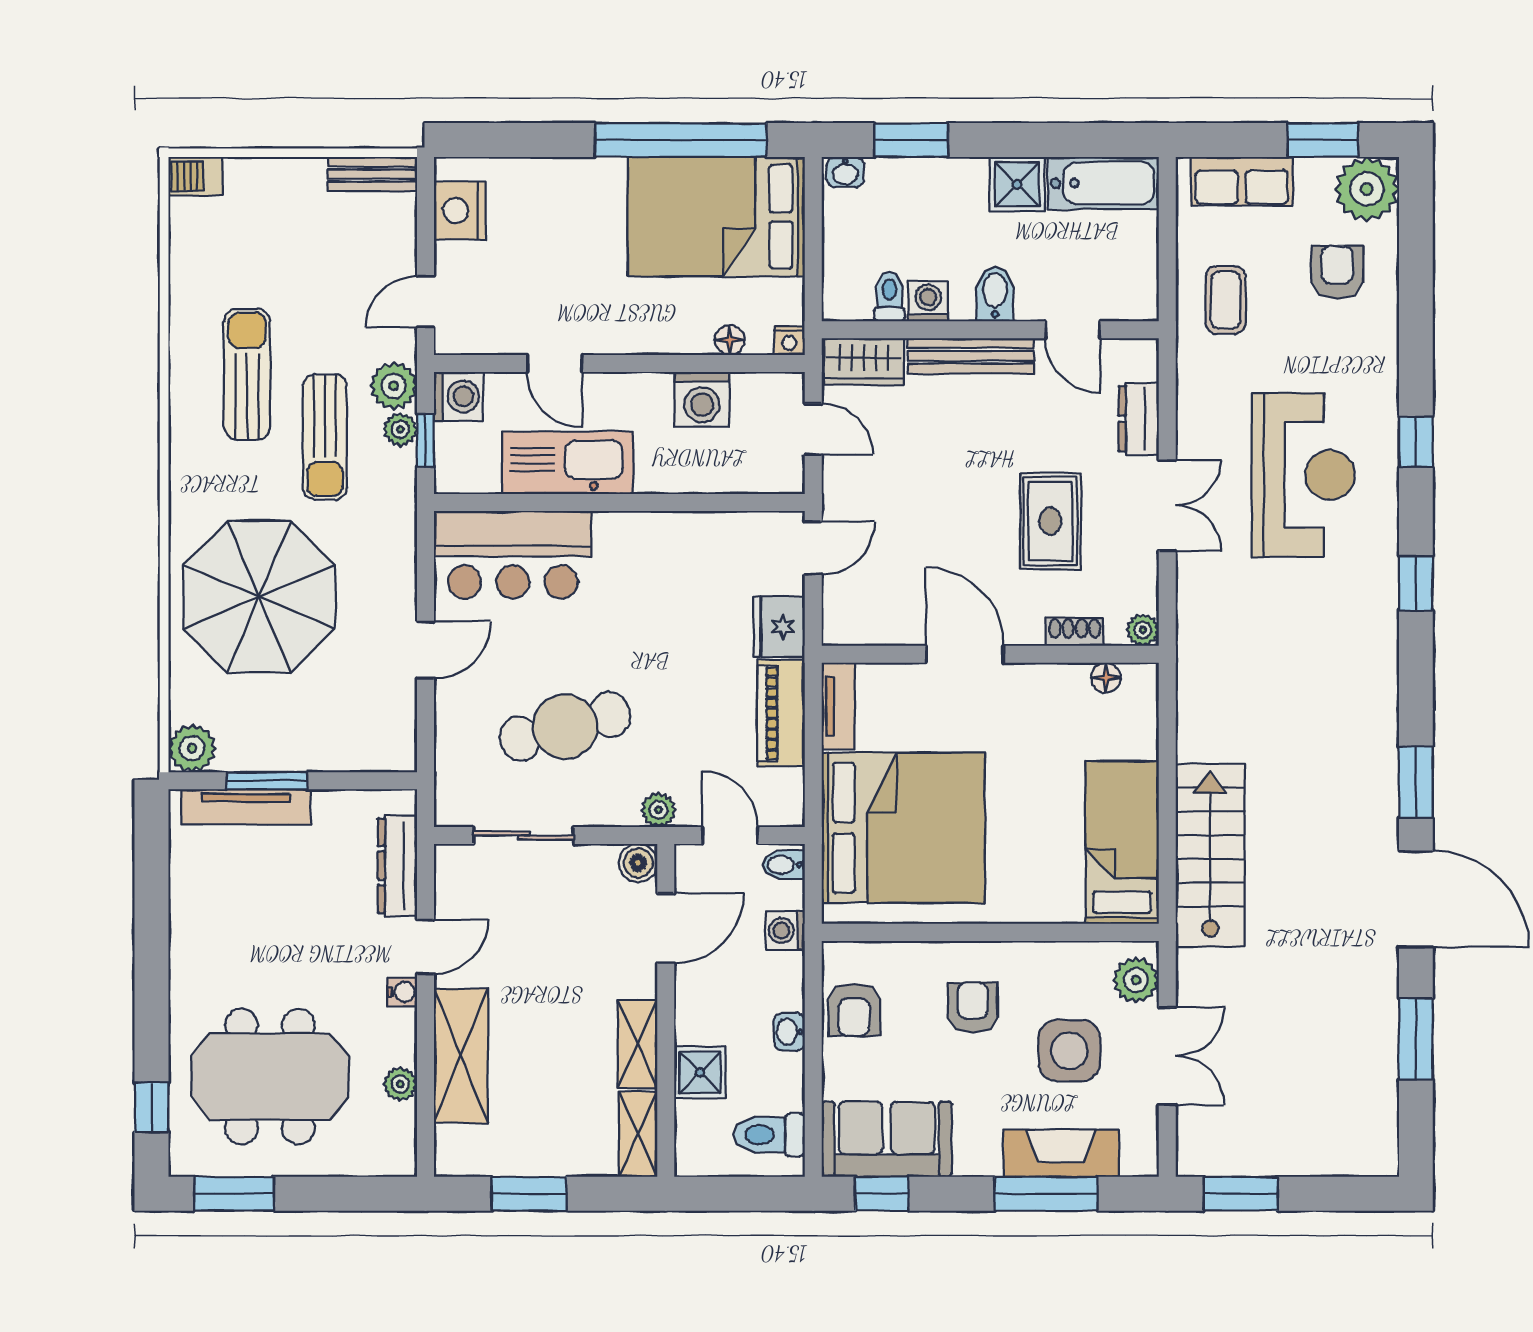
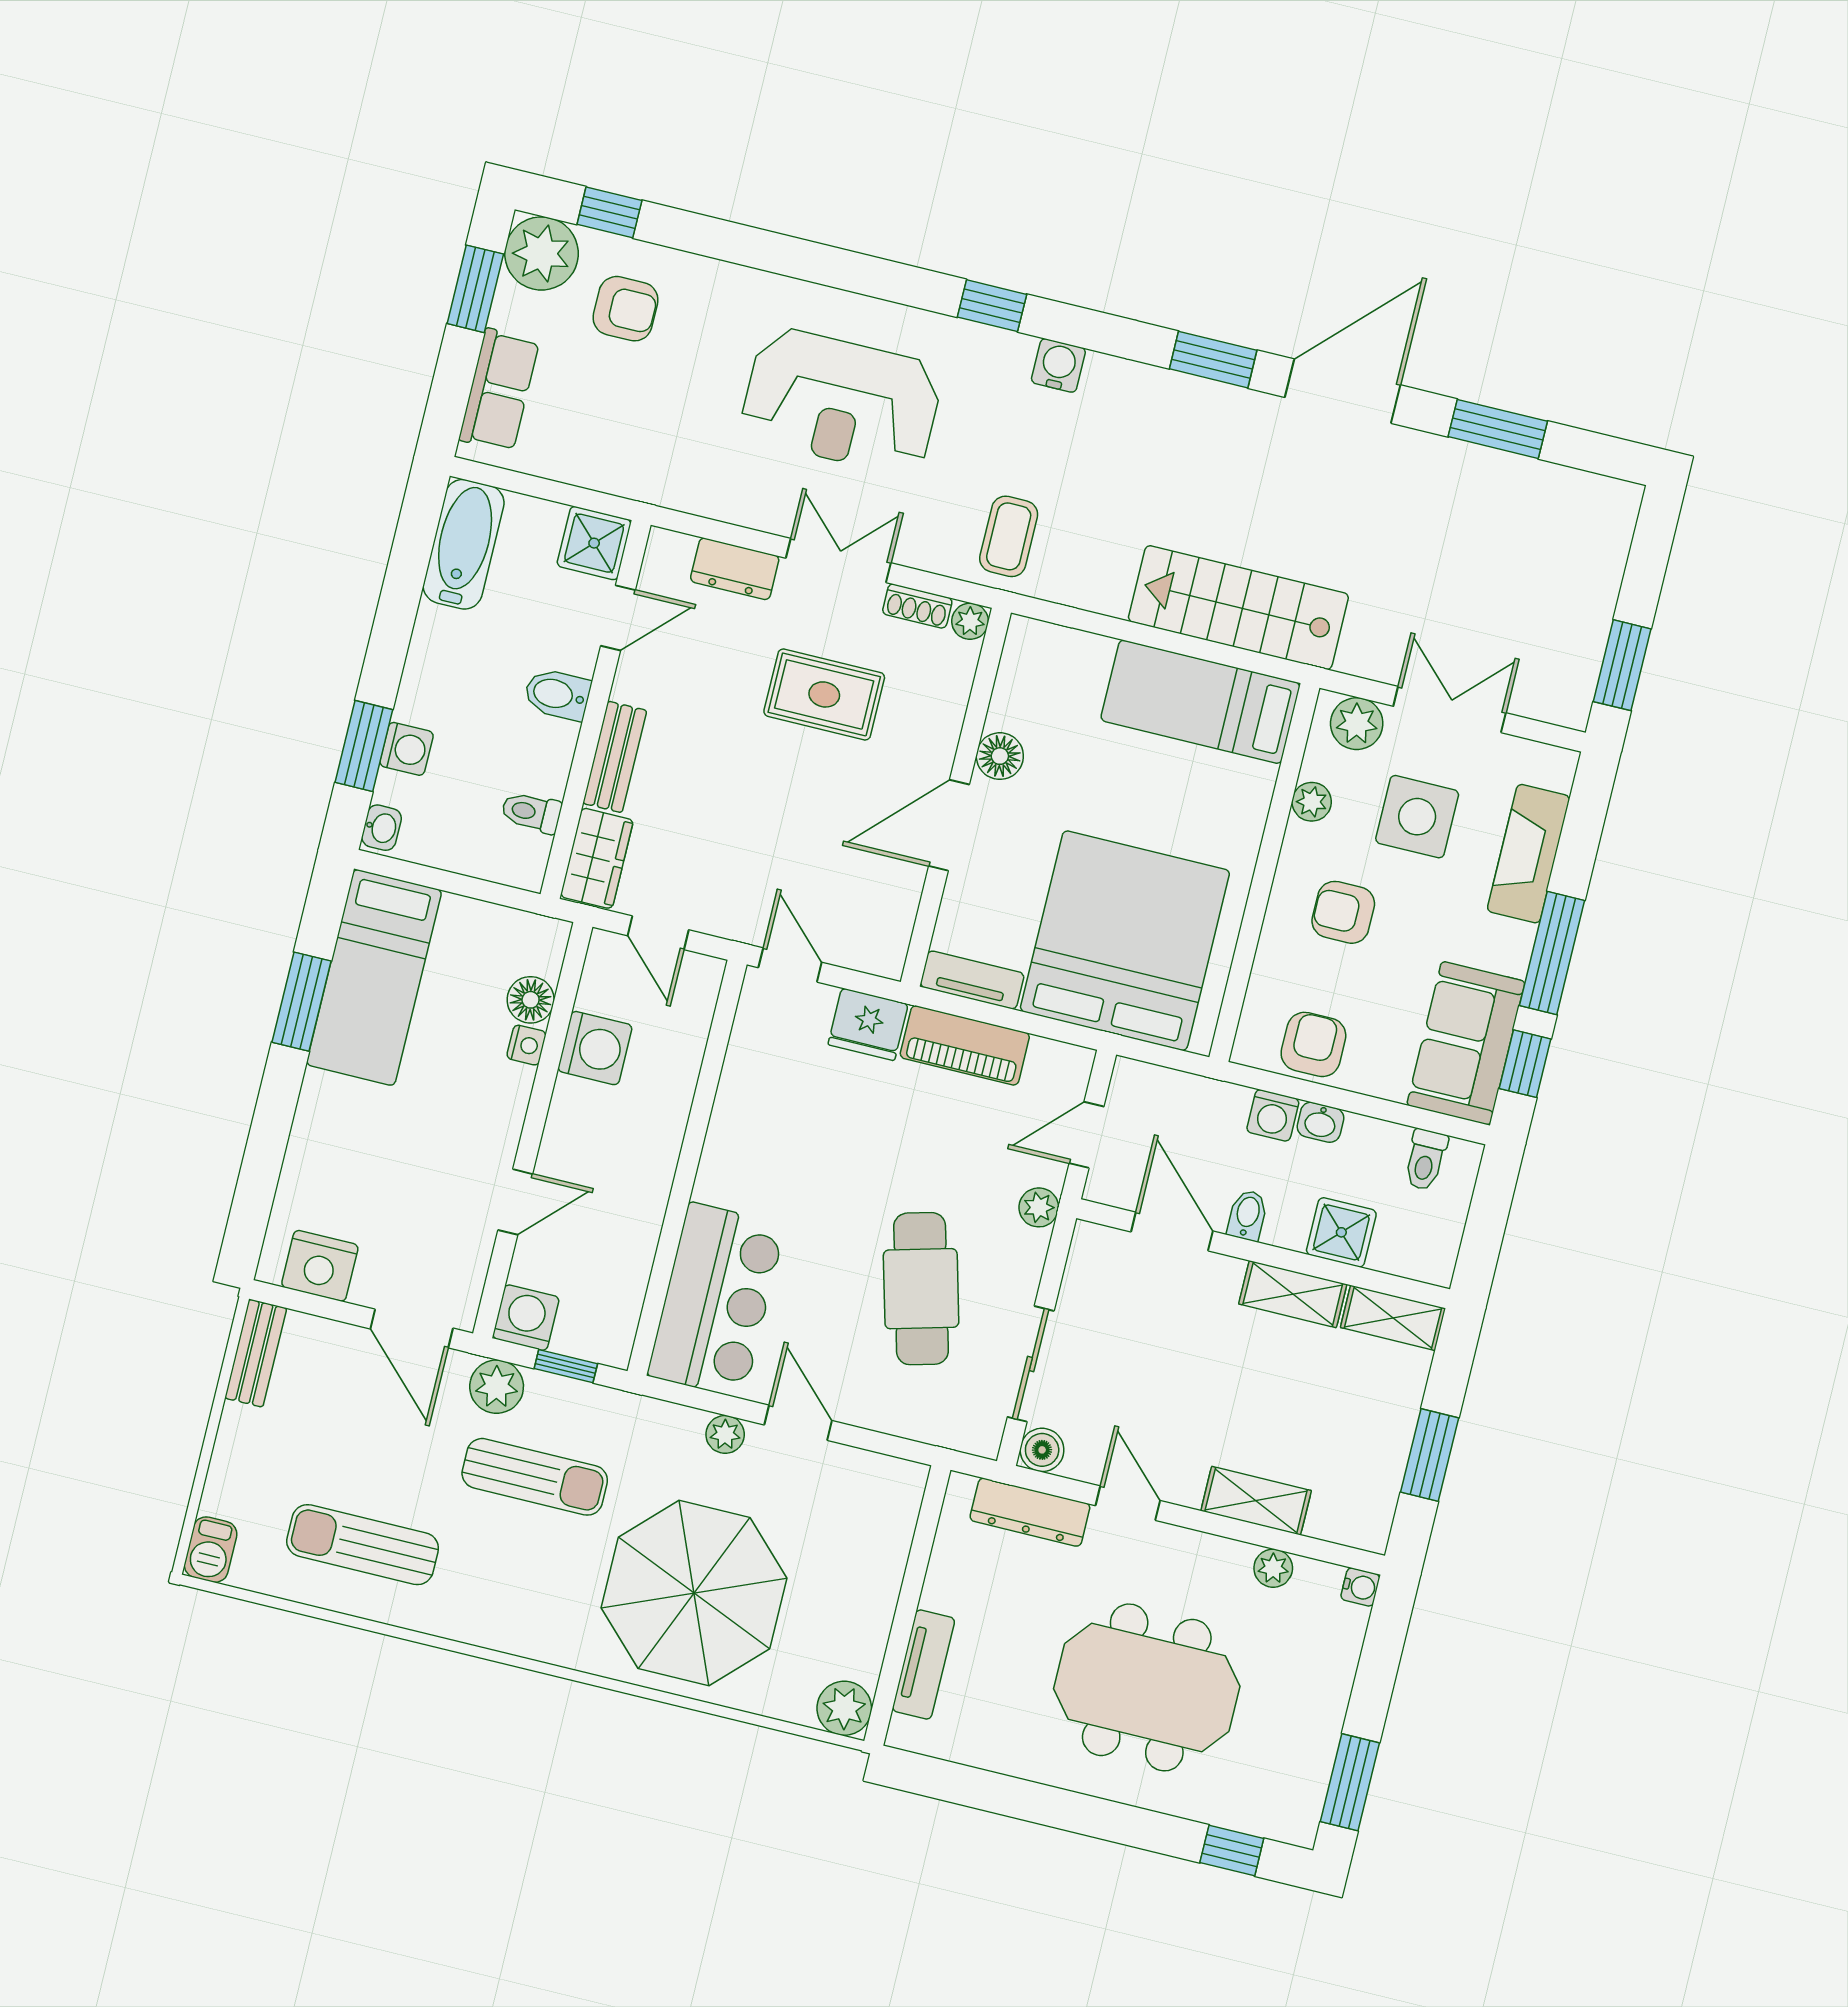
window: (681, 140) -> (302, 1002), width x0.47
shower: (1017, 184) -> (594, 543), moved
bed: (716, 217) -> (374, 977), width x0.67
armchair: (1337, 272) -> (625, 309), turned 180
coffee table: (1226, 300) -> (1009, 536), moved, turned 90
washing machine: (928, 301) -> (406, 749), moved, turned 180
door: (425, 302) -> (412, 1329), width x1.38
floor lamp: (730, 340) -> (531, 1000), width x1.37, depth x1.37
nightstand: (789, 340) -> (526, 1045), moved
bench: (971, 356) -> (615, 757), width x0.73
sun lounger: (247, 374) -> (363, 1545), moved
plant: (400, 429) -> (725, 1434), moved
door: (813, 429) -> (658, 933), swing flipped
window: (1416, 442) -> (609, 212), moved
kitchen sink: (568, 463) -> (629, 1214), removed
reception desk: (1303, 475) -> (841, 401), turned 180
shoe rack: (1075, 632) -> (917, 606), moved, turned -90
water cooler: (1379, 652) -> (1058, 365), added
floor lamp: (1106, 678) -> (1000, 756), moved, width x1.37, depth x1.37
window: (267, 781) -> (900, 1634), removed
tv unit: (246, 807) -> (924, 1665), width x0.71
boiler: (638, 863) -> (1042, 1450), moved
bidet: (784, 865) -> (1247, 1215), moved, turned 180
washing machine: (785, 930) -> (1273, 1115), moved
plant: (1060, 958) -> (1312, 802), added
water cooler: (402, 992) -> (1360, 1587), moved, turned 90
armchair: (854, 1010) -> (1313, 1044), turned -90
shelving: (461, 1056) -> (1256, 1501), width x0.67, depth x0.75
meeting table: (270, 1077) -> (1147, 1687), moved, turned 90
toilet: (769, 1135) -> (1425, 1160), width x0.73, depth x0.72
window: (1046, 1194) -> (1552, 953), moved

